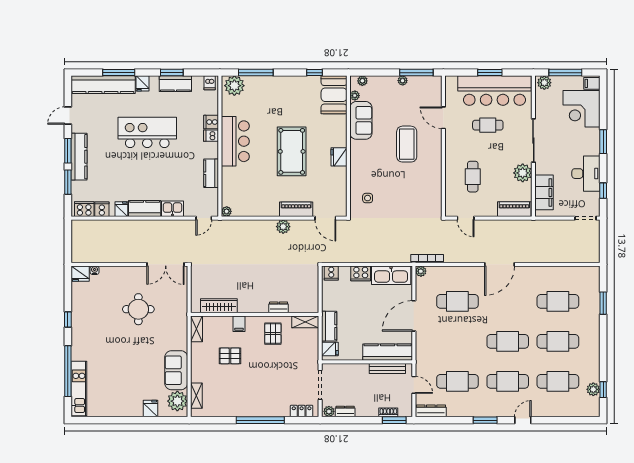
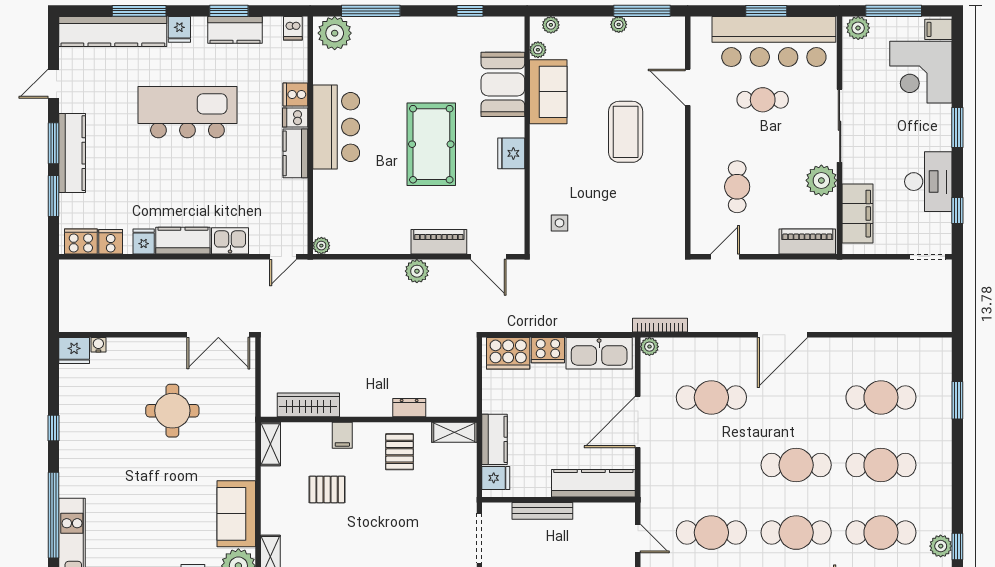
booth: (334, 95) -> (503, 84), moved
kitchen counter: (211, 173) -> (295, 153), moved
door: (466, 218) -> (725, 257), swing flipped
cooker: (331, 273) -> (508, 353), width x1.87, depth x1.31
bench: (387, 369) -> (542, 511), moved

